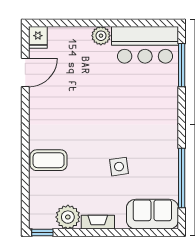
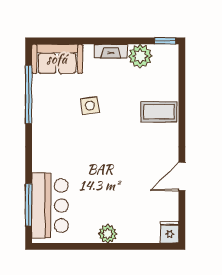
bar counter: (145, 45) -> (50, 206), moved, turned 90
door: (25, 72) -> (182, 176), moved

